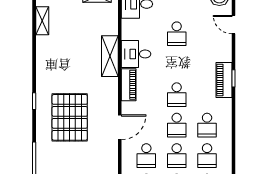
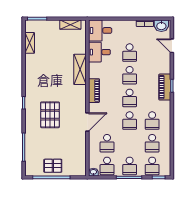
desk: (136, 54) -> (99, 52), moved
pallet: (70, 117) -> (50, 115), width x0.73, depth x0.71
school desk: (177, 156) -> (130, 75), moved

